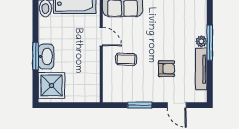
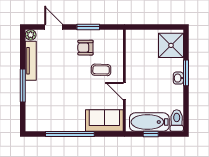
plant: (201, 41) -> (31, 35), moved
washbasin: (46, 57) -> (178, 78), width x0.52, depth x0.69
armchair: (167, 69) -> (85, 48), moved

